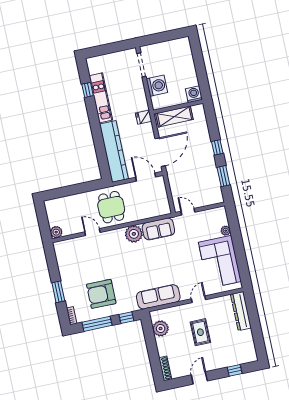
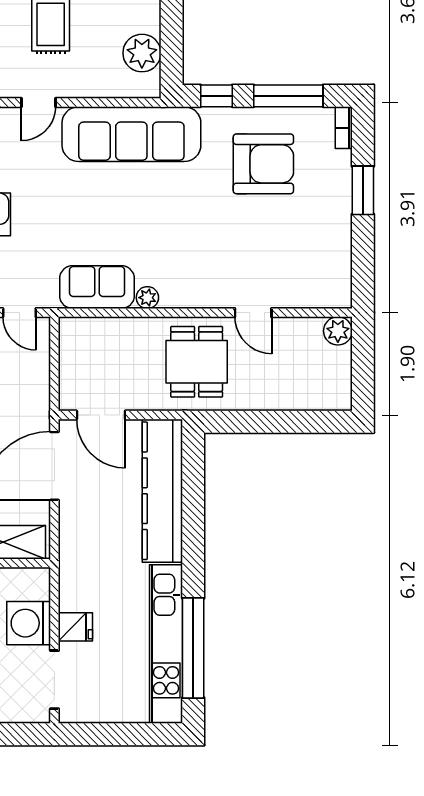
window: (88, 90) -> (193, 648), width x3.17
kitchen unit: (101, 98) -> (166, 644), width x1.36
fridge: (144, 117) -> (75, 627), moved
plant: (134, 234) -> (147, 298), width x0.53, depth x0.53
sofa: (158, 297) -> (131, 134), width x1.36, depth x1.27

